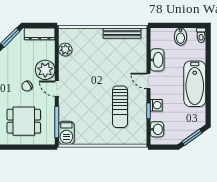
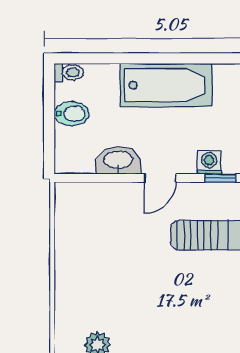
bench: (122, 33) -> (65, 231), removed

